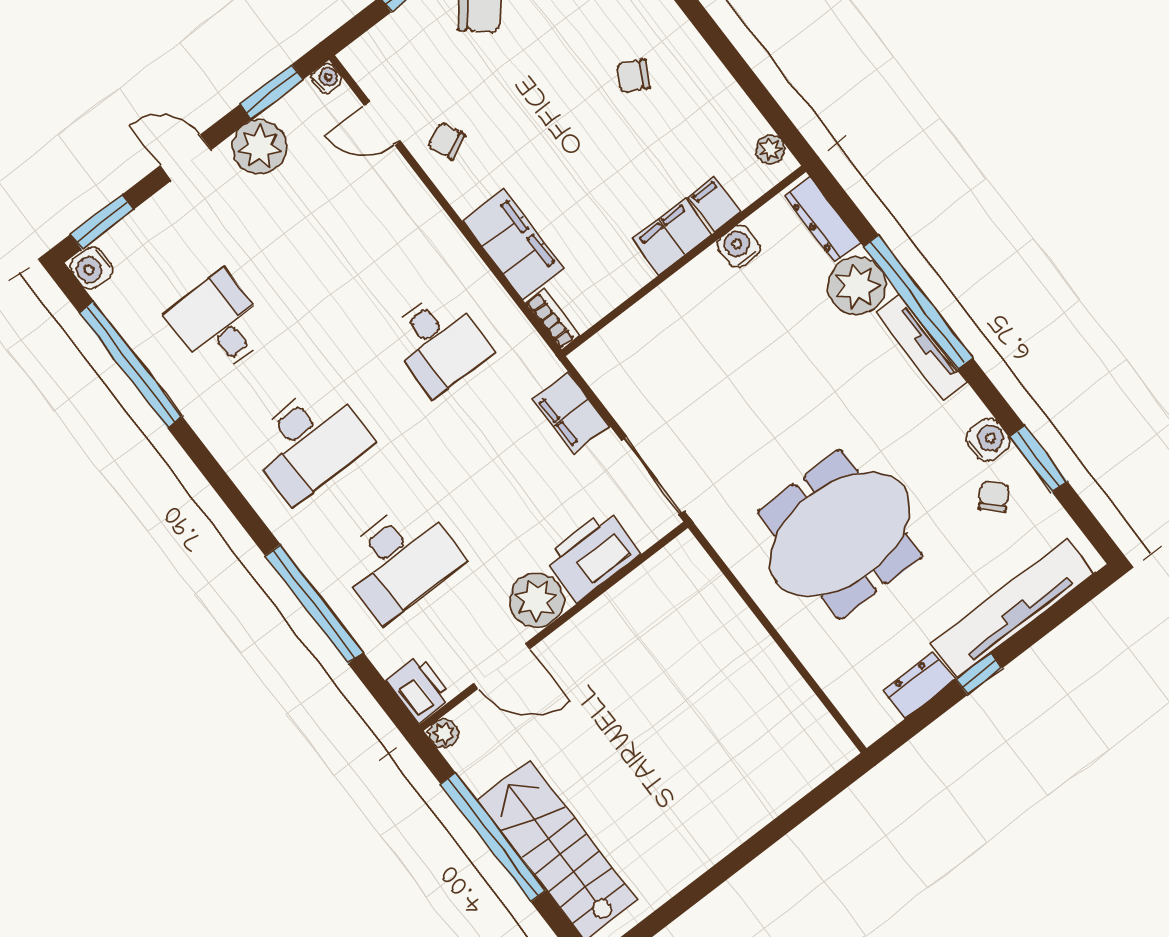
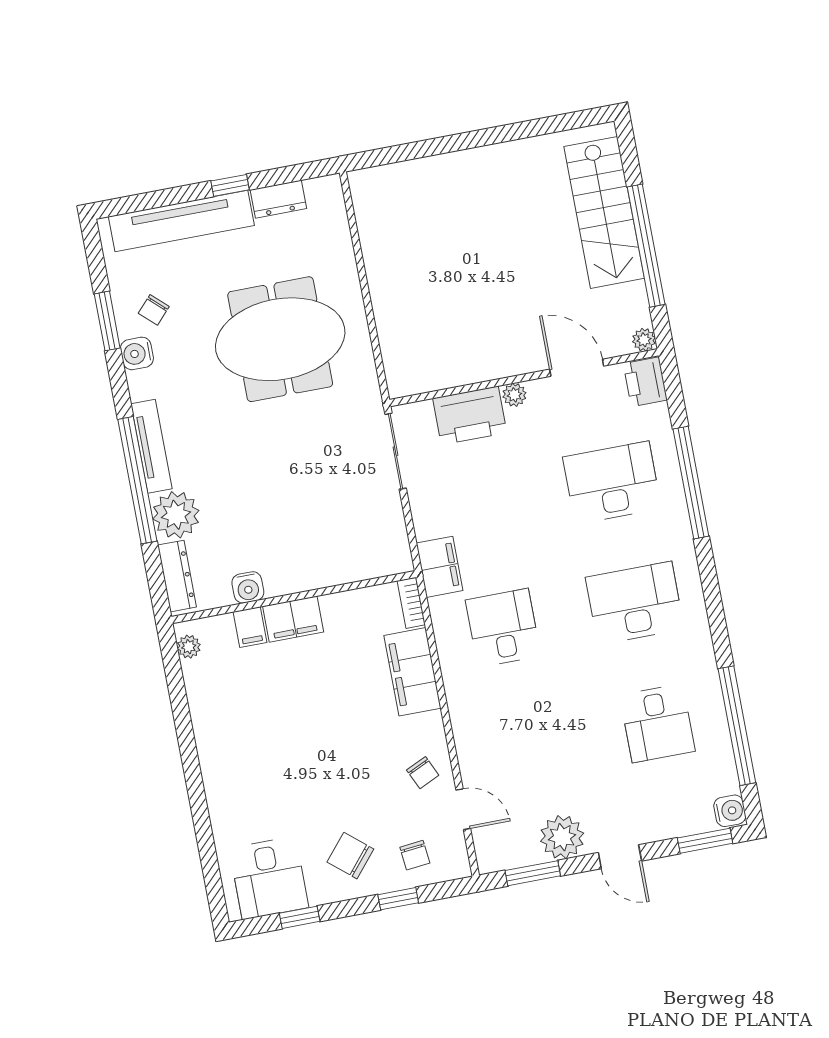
chair: (633, 76) -> (415, 855), moved, turned 55
water cooler: (327, 78) -> (487, 863), removed
filing cabinet: (571, 412) -> (439, 567), moved
plant: (537, 600) -> (514, 395), width x0.53, depth x0.53

